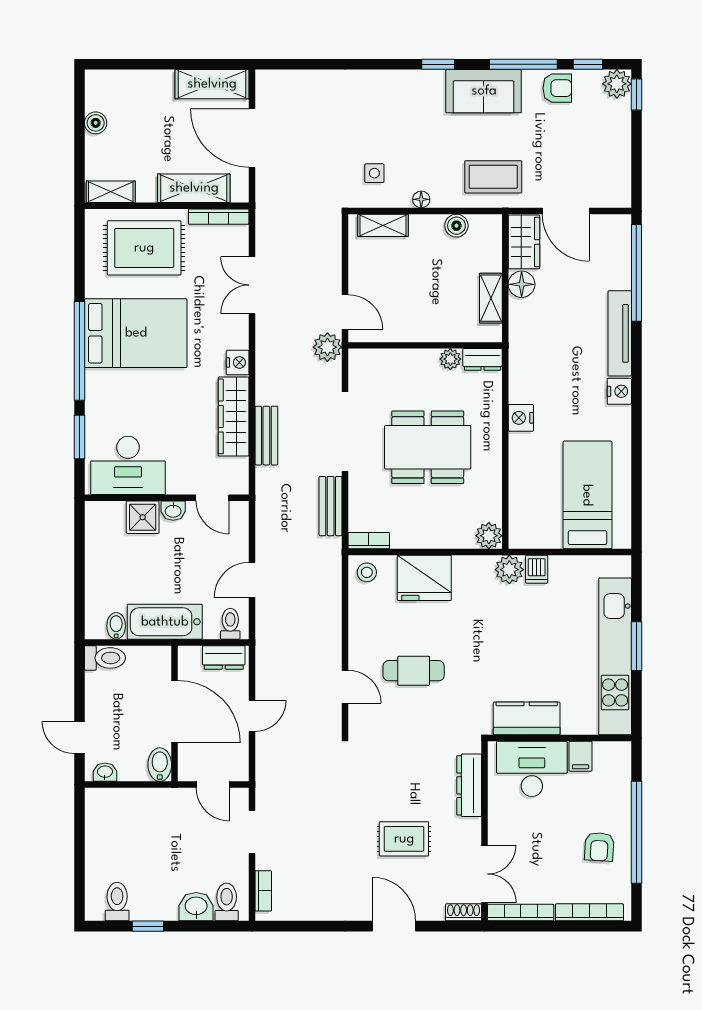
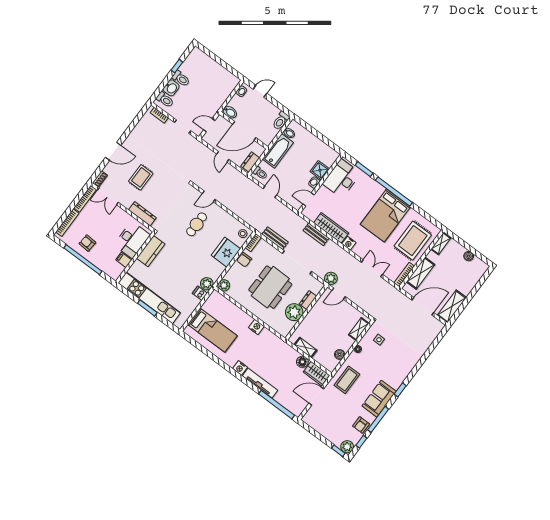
plant: (450, 359) -> (294, 312), width x1.88, depth x1.88
dresser: (483, 359) -> (308, 300), moved
chair: (413, 533) -> (244, 260), added
toilet: (117, 902) -> (181, 79), moved

